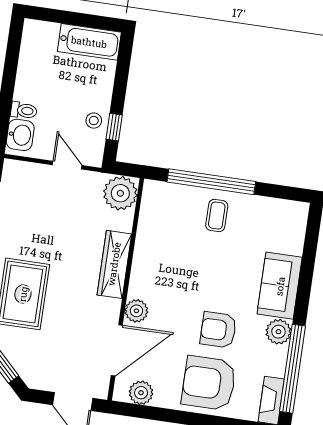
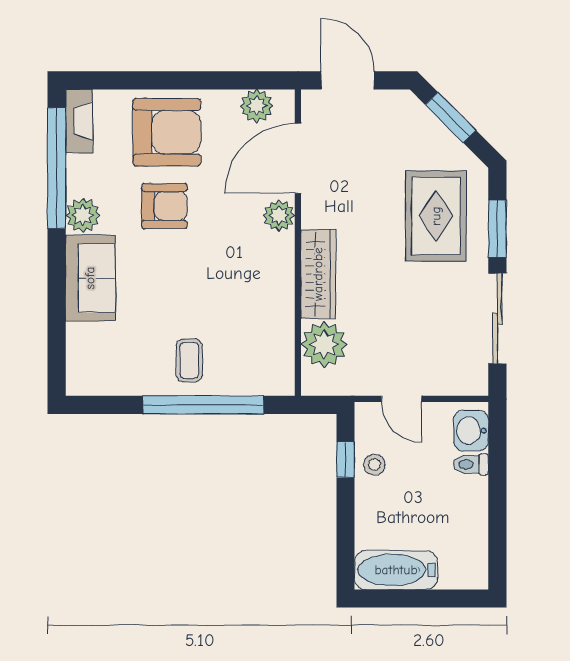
plant: (120, 193) -> (324, 344), moved

